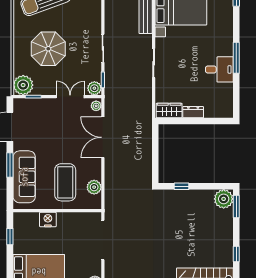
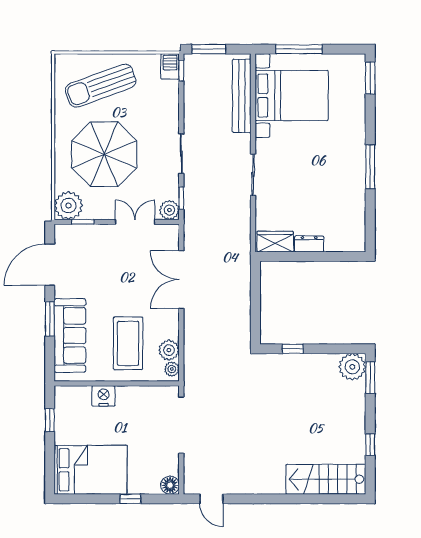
parasol: (48, 49) -> (104, 154), width x1.36, depth x1.36
desk: (219, 69) -> (346, 184), removed
plant: (96, 106) -> (172, 369), moved

